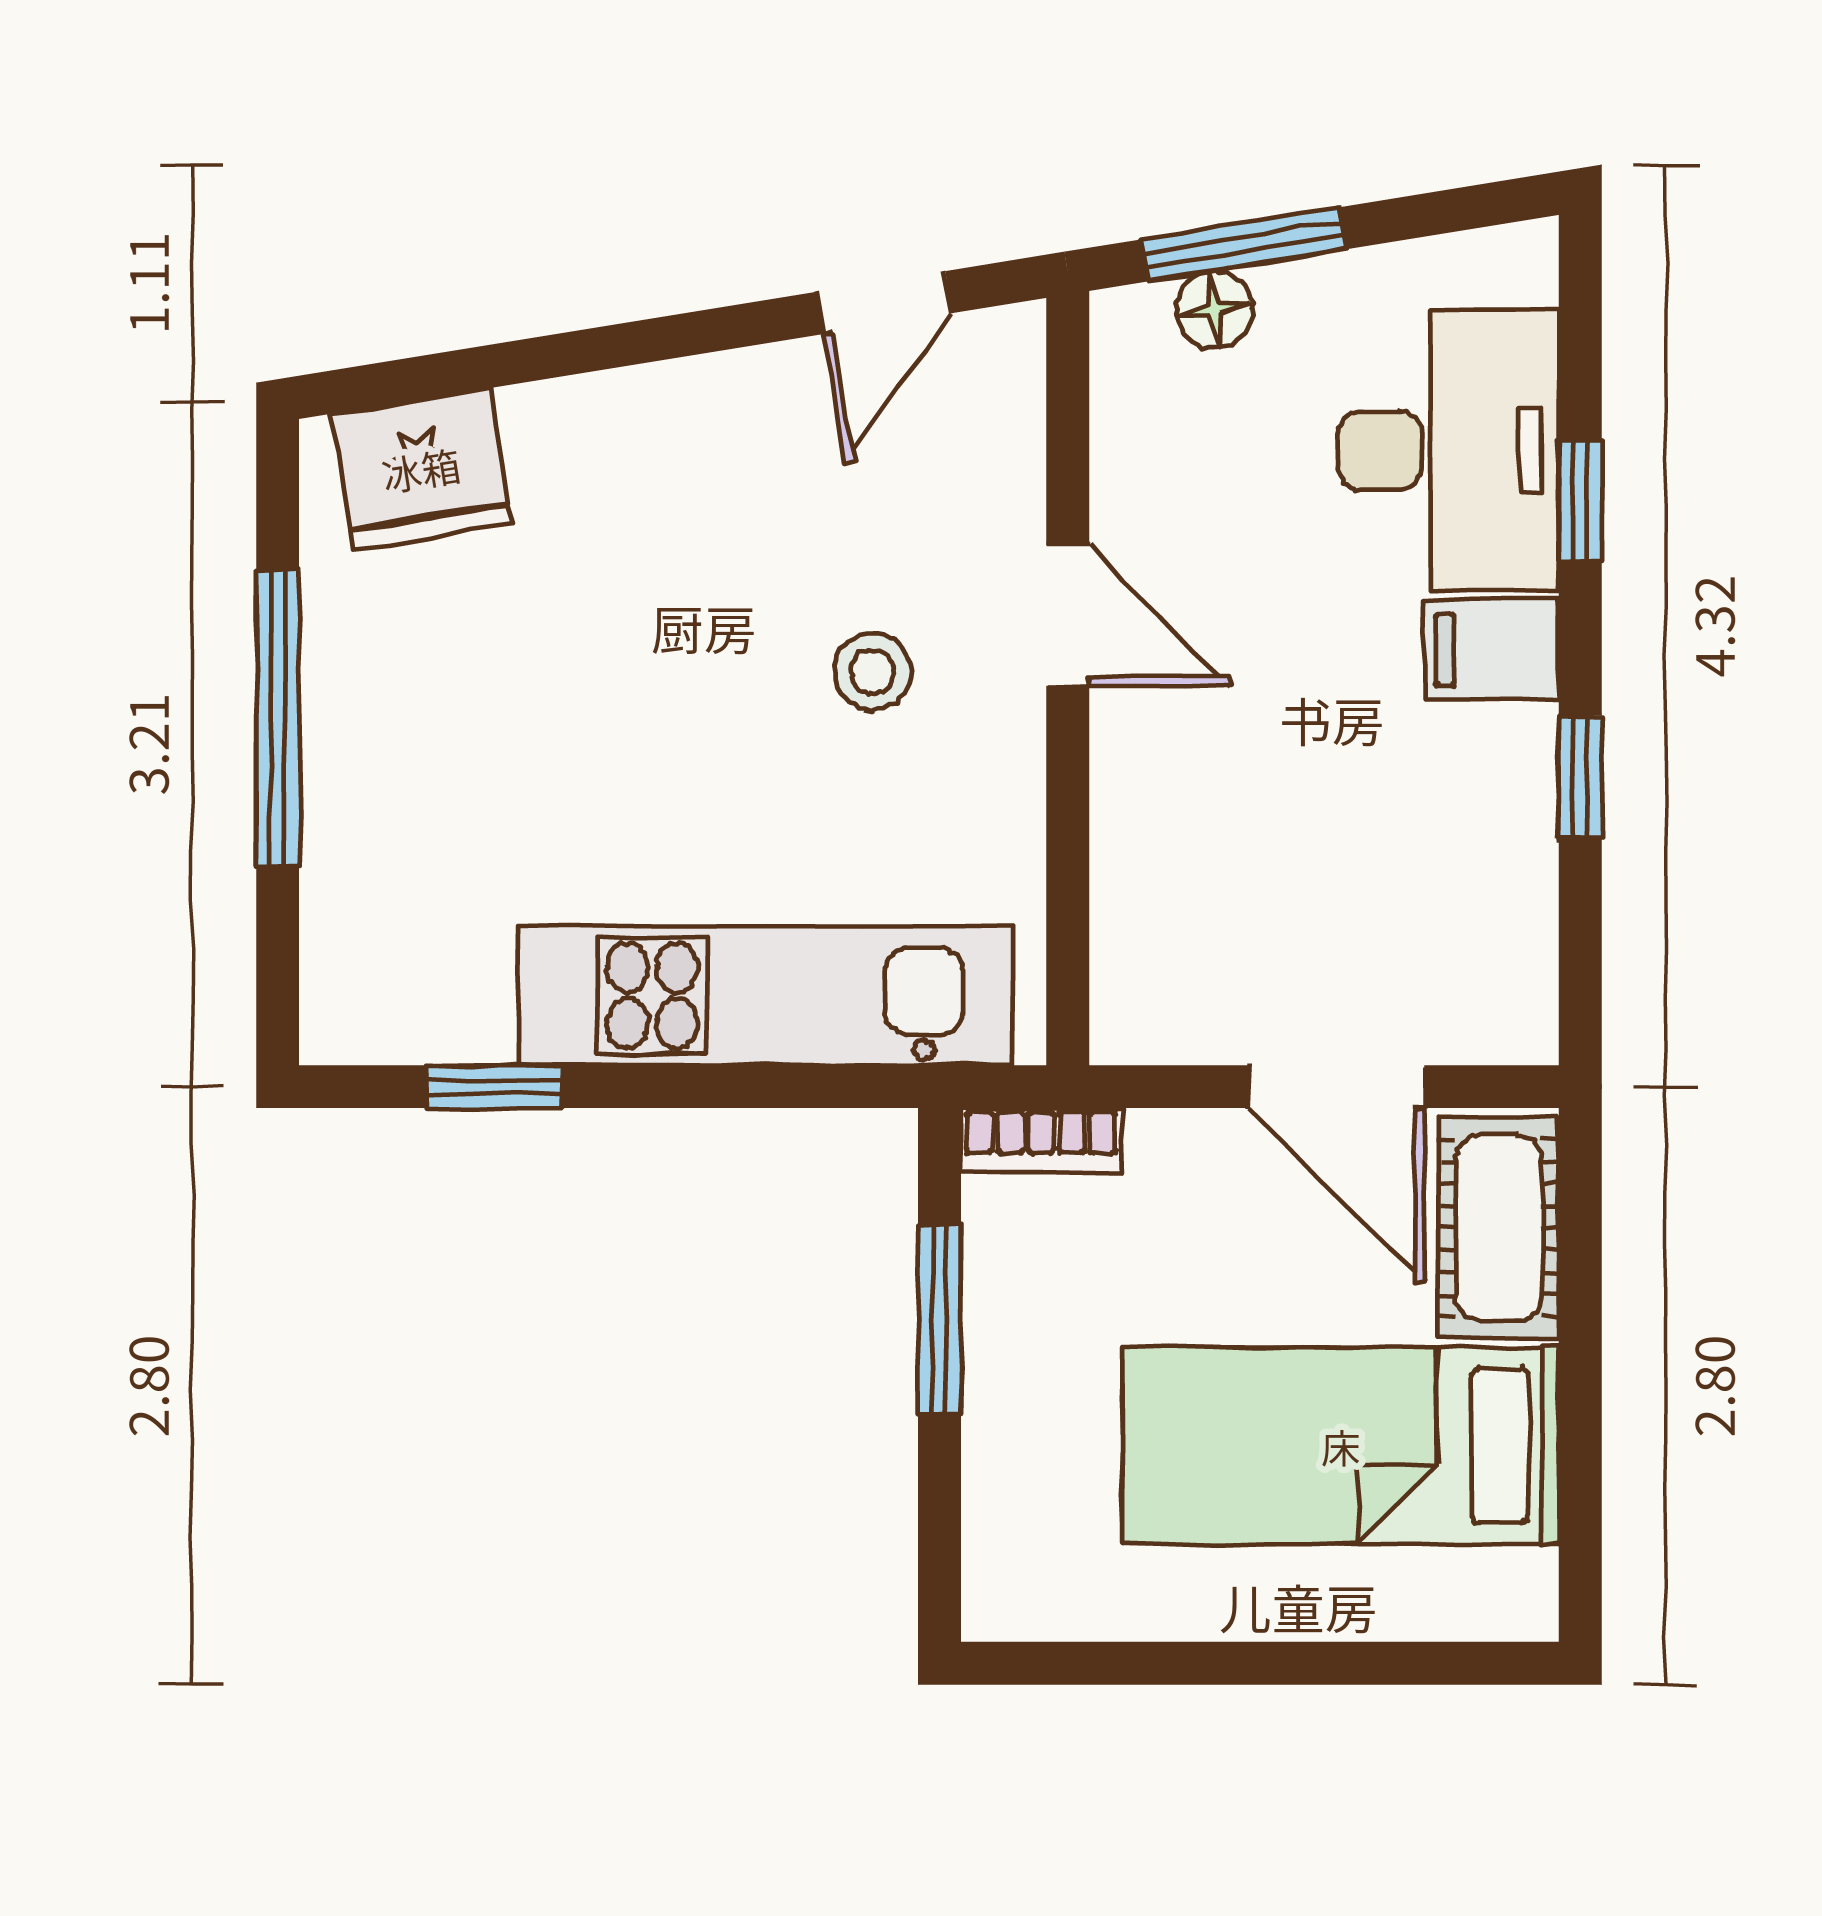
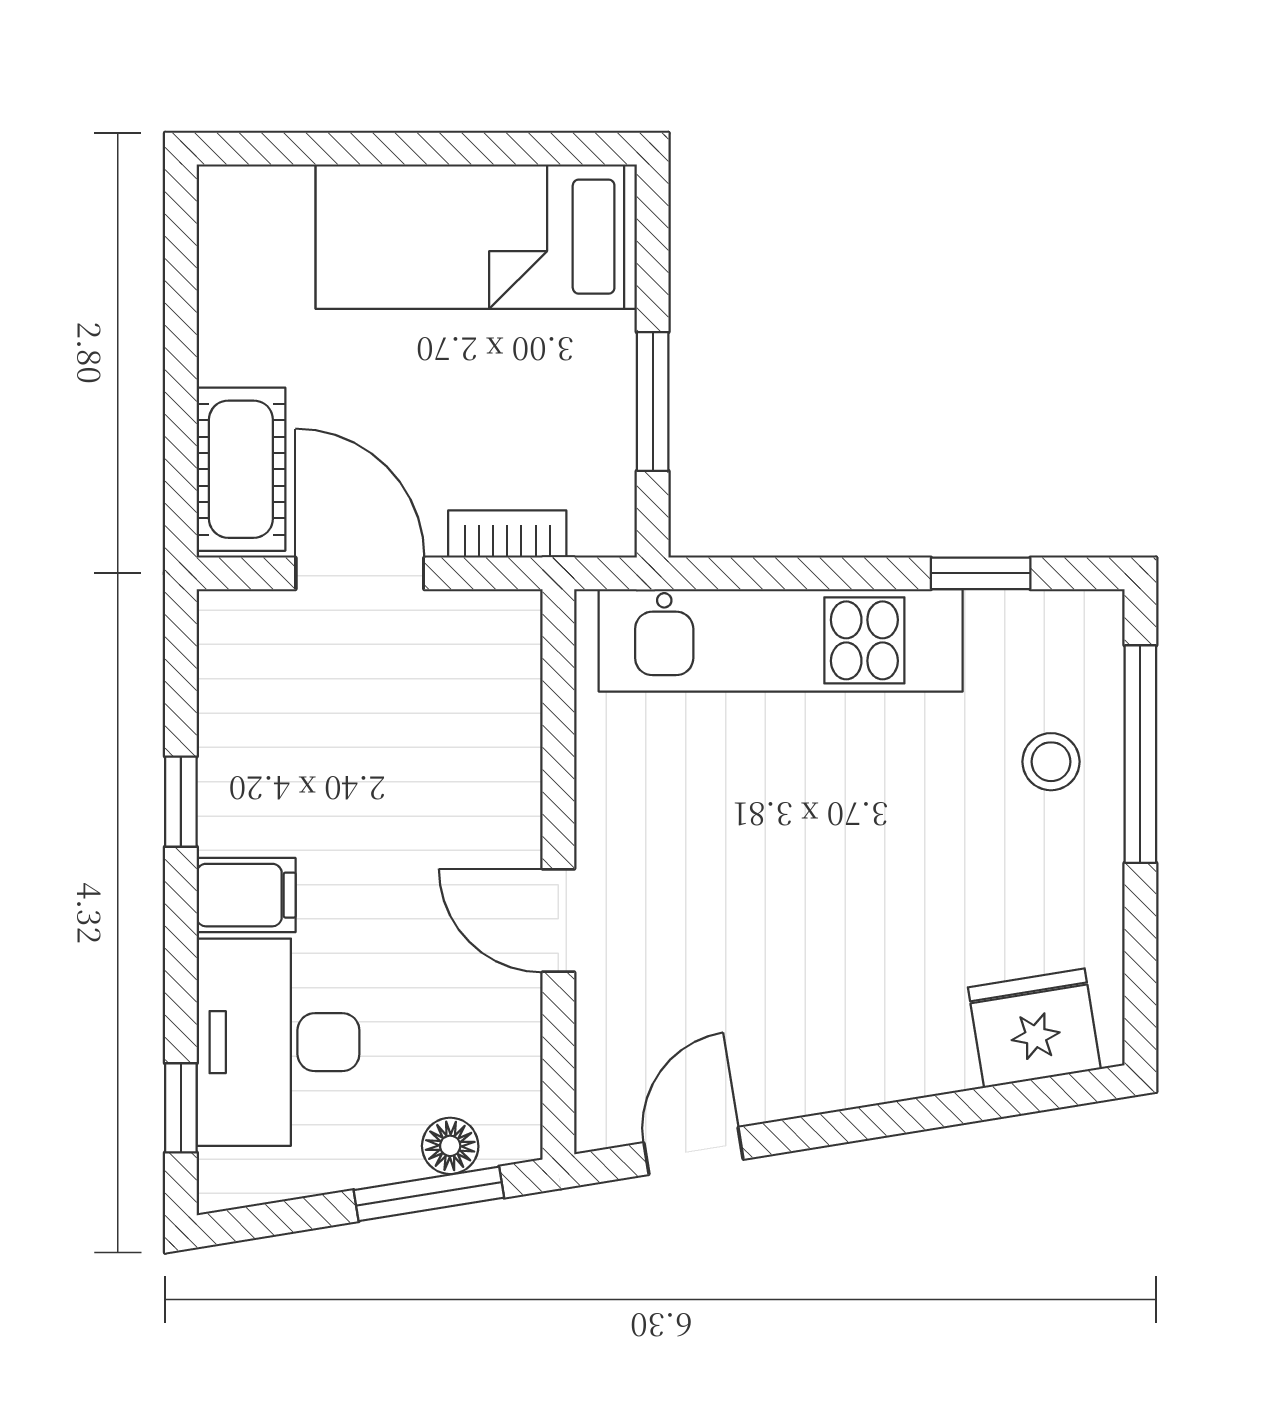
window: (1580, 500) -> (181, 1108), moved
stool: (872, 671) -> (1051, 762), moved
window: (278, 718) -> (1140, 754), moved
bookcase: (1041, 1140) -> (507, 534), moved
bed: (1341, 1446) -> (476, 237), moved, turned 180

